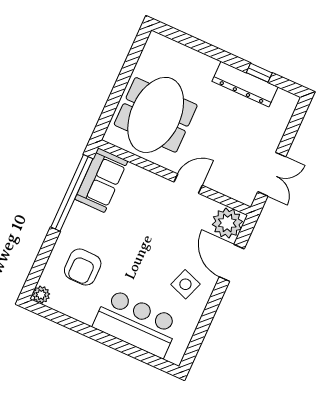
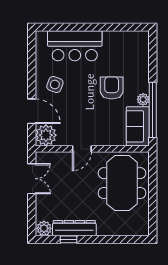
plant: (285, 102) -> (44, 228), added
double door: (272, 174) -> (32, 179), swing flipped
armchair: (83, 267) -> (112, 88), moved
plant: (41, 295) -> (143, 99), moved

